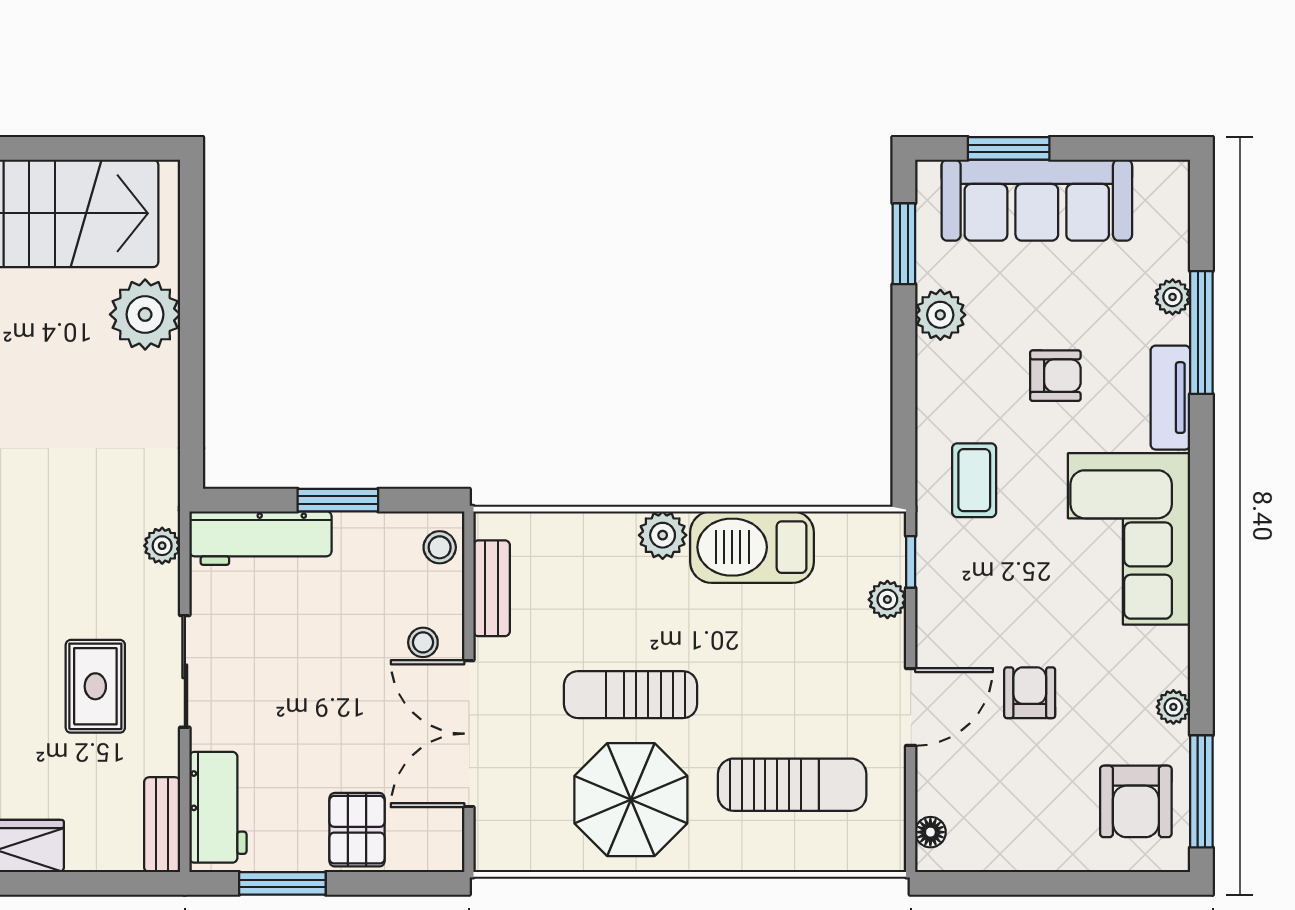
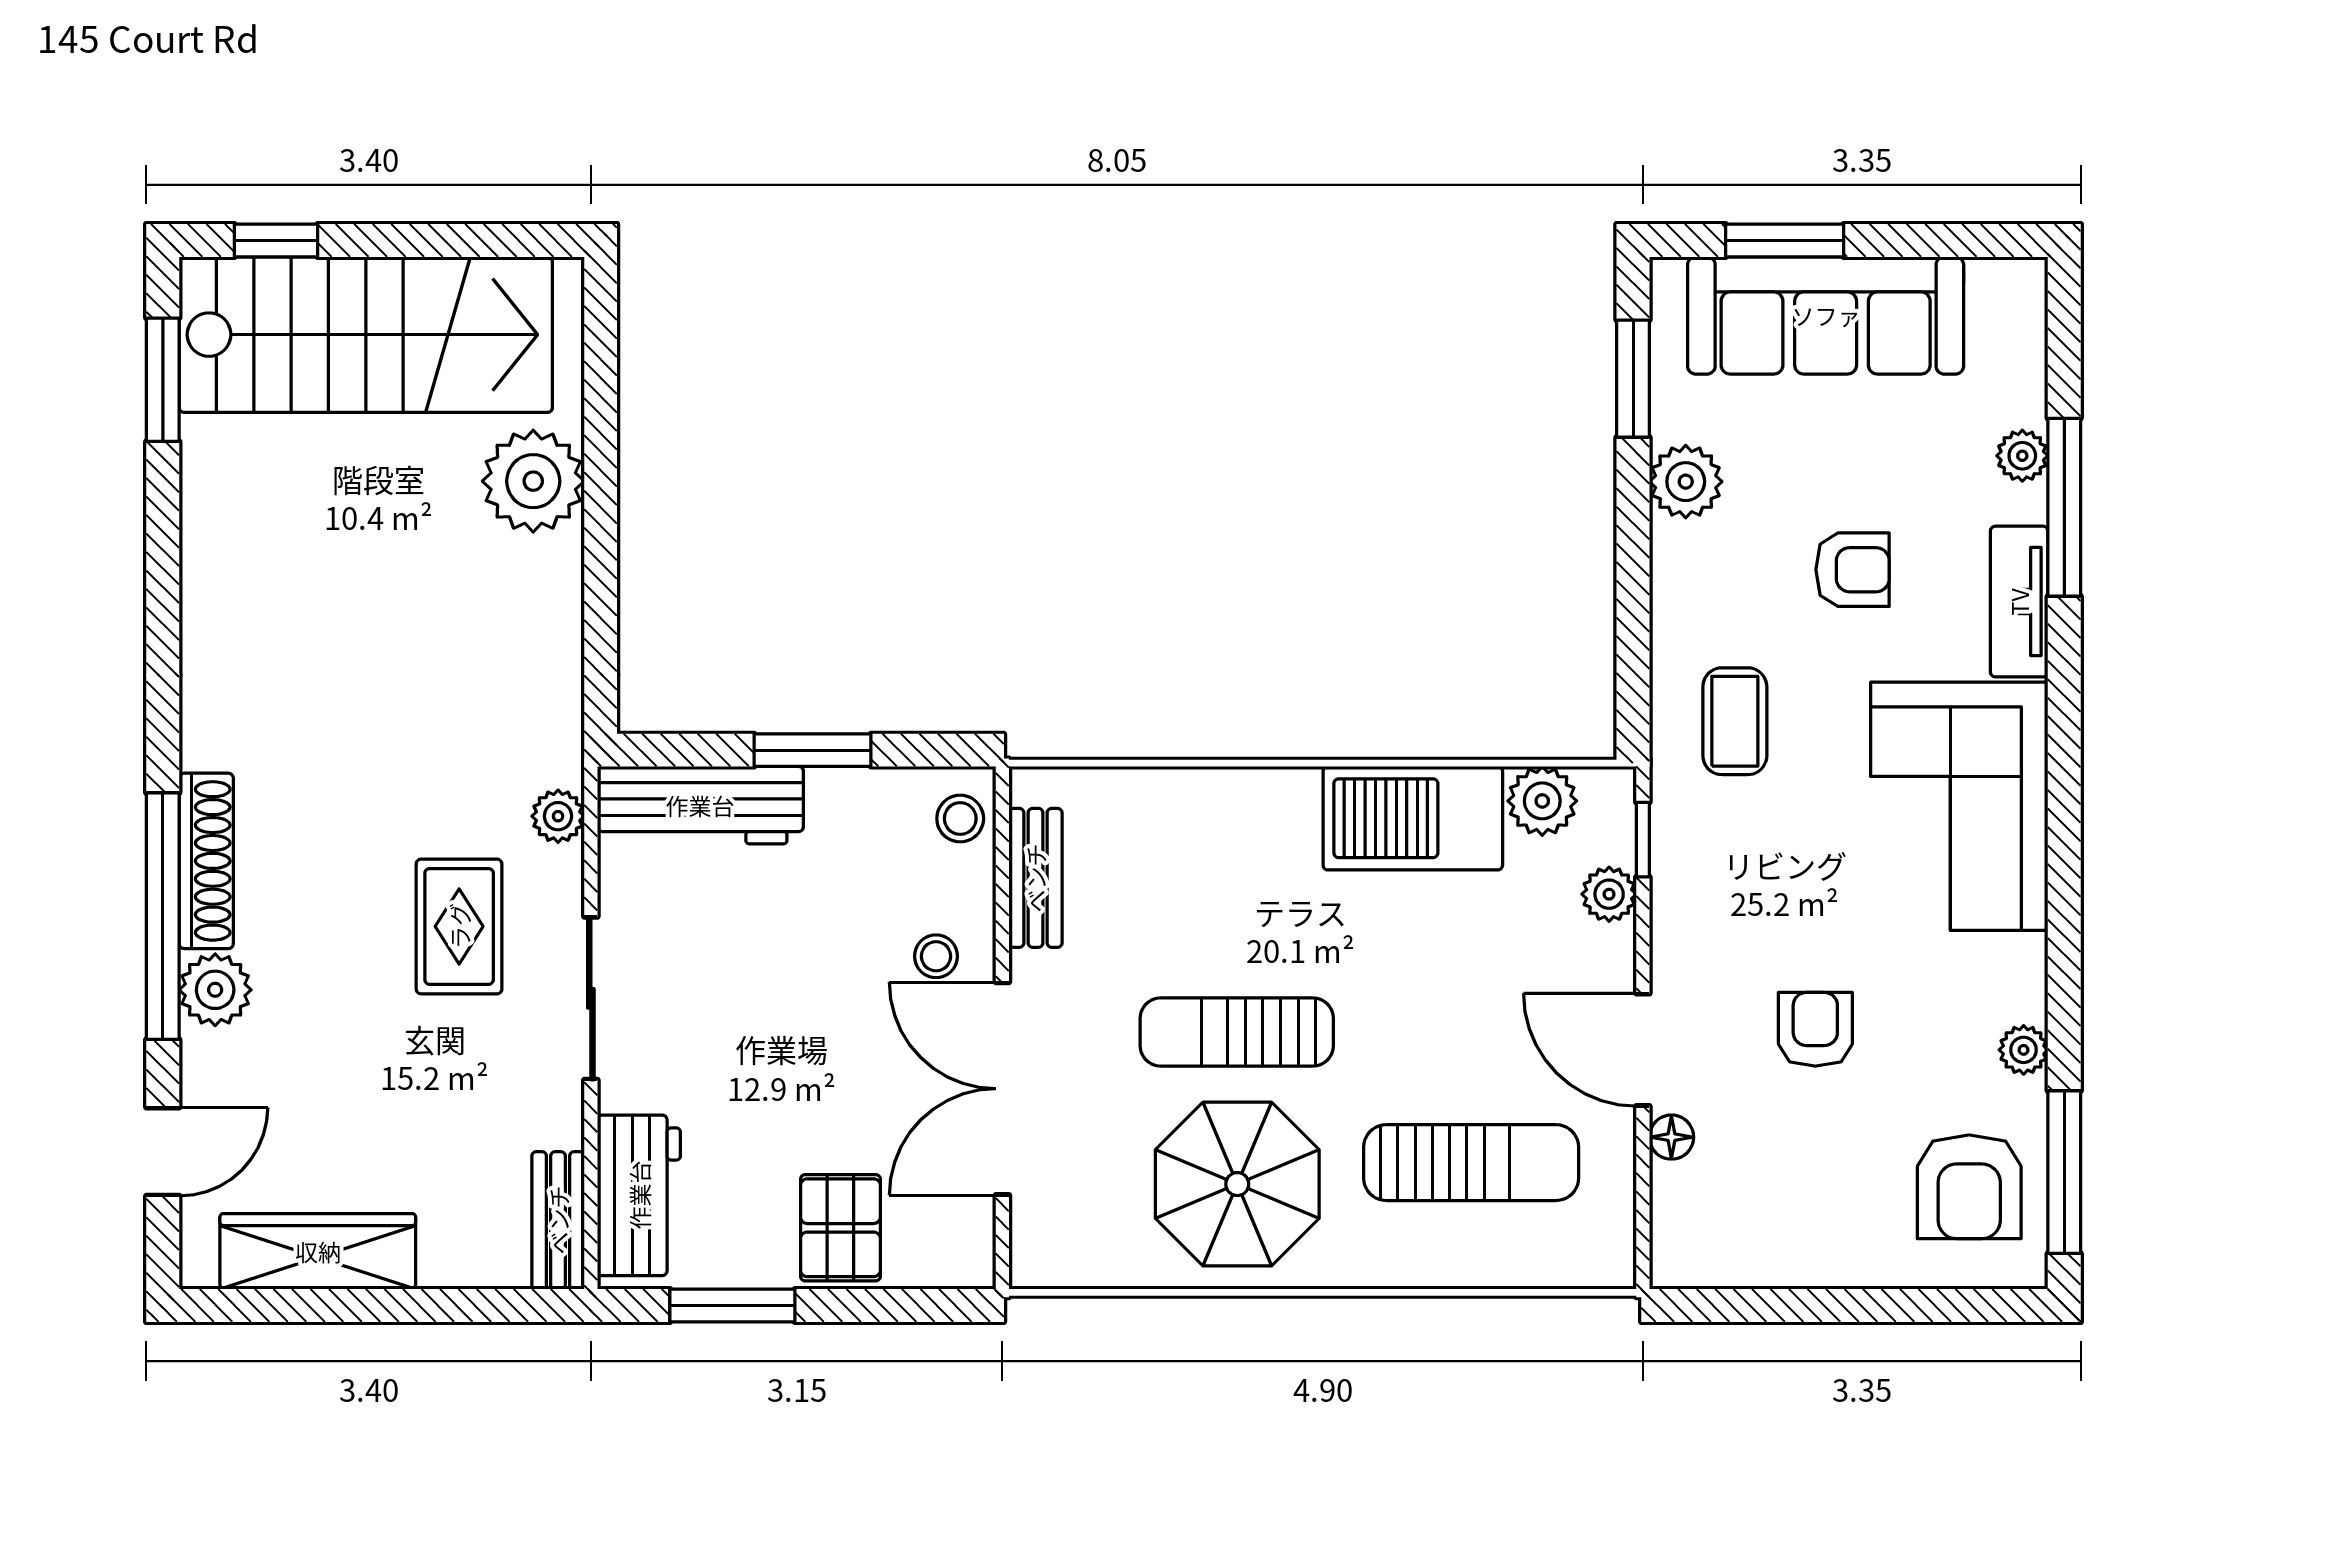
plant: (663, 535) -> (1542, 801), moved
rug: (95, 686) -> (459, 926), moved
door: (911, 707) -> (1643, 1050), swing flipped
floor lamp: (930, 832) -> (1671, 1137), moved

